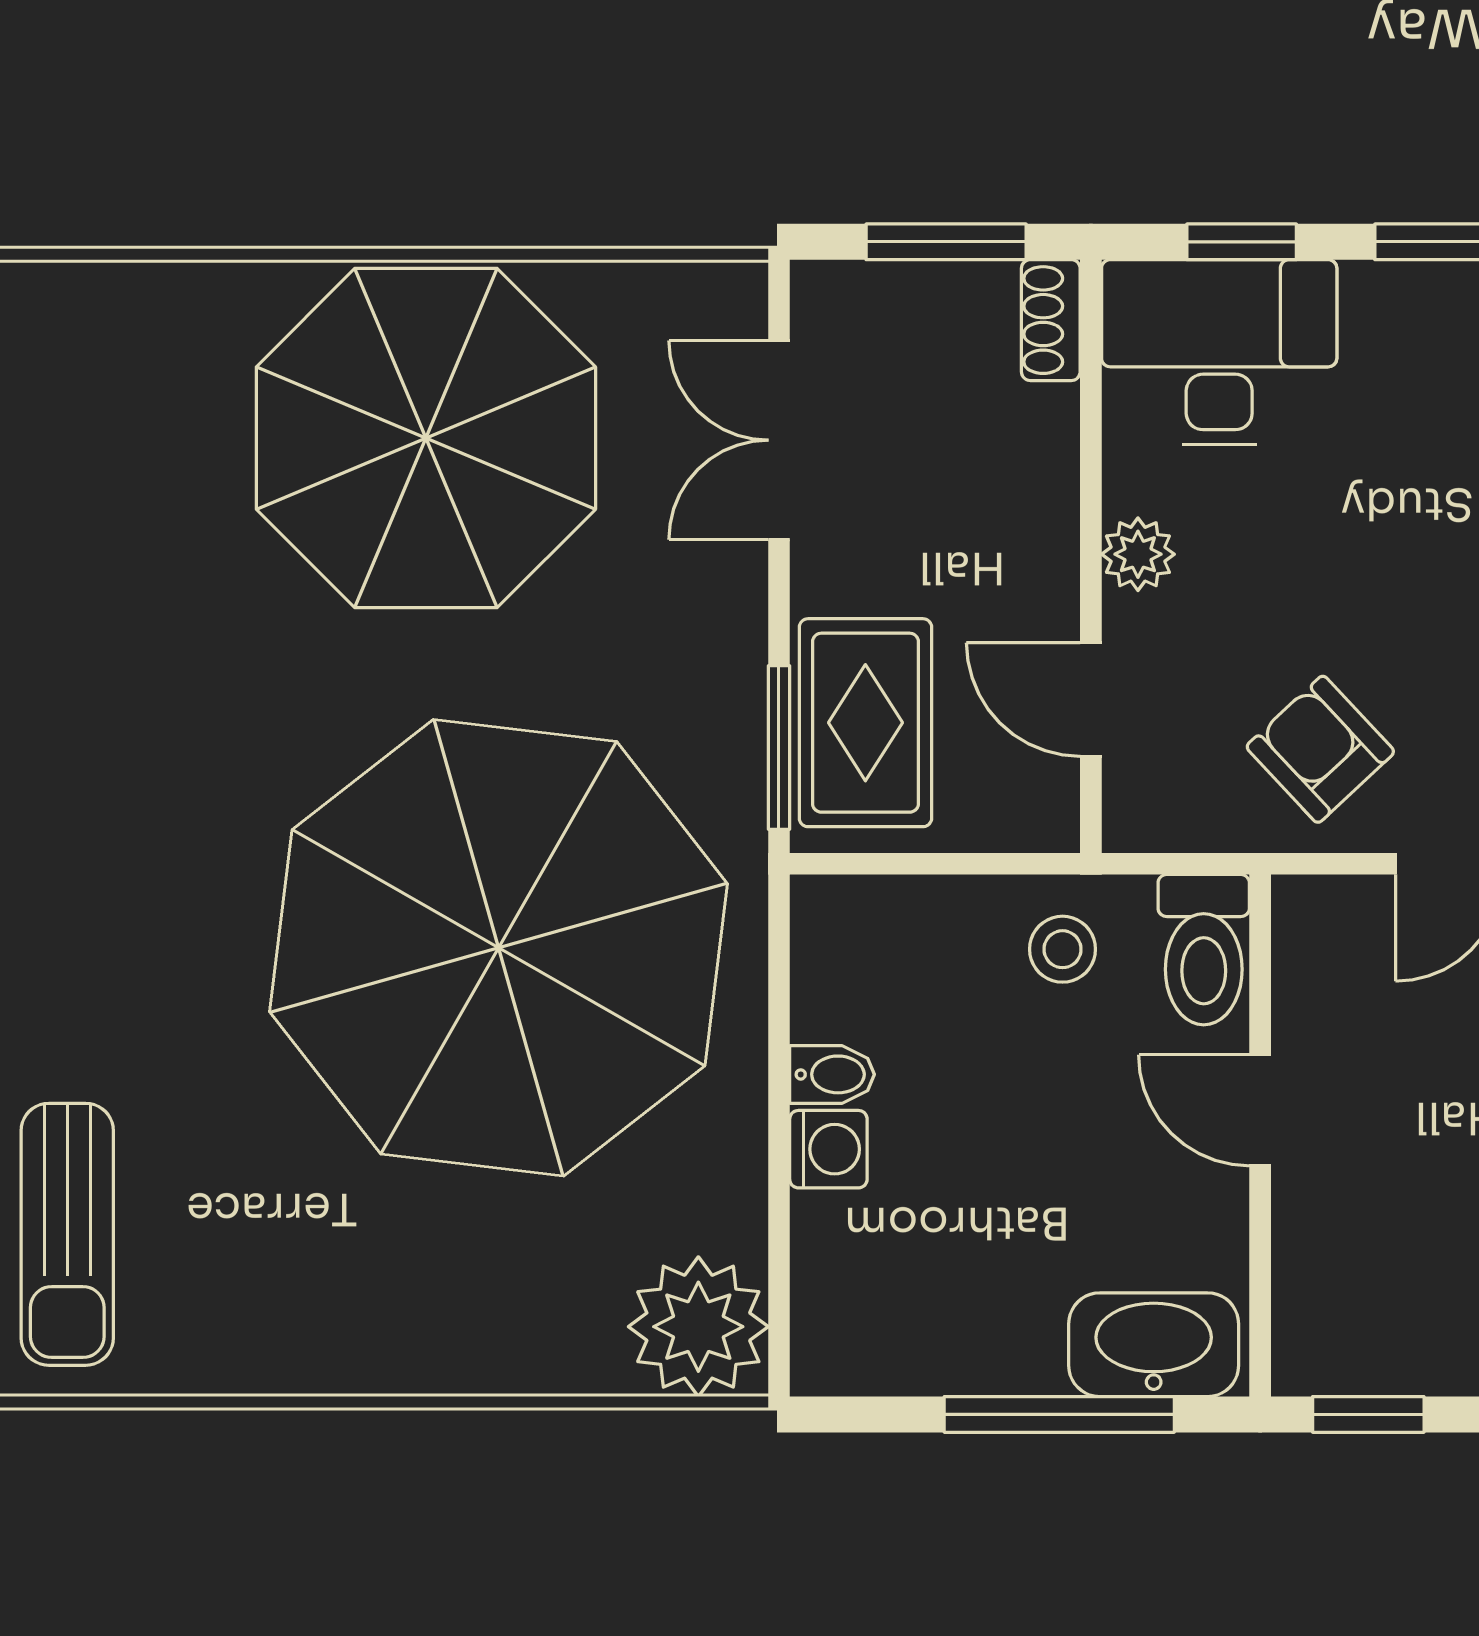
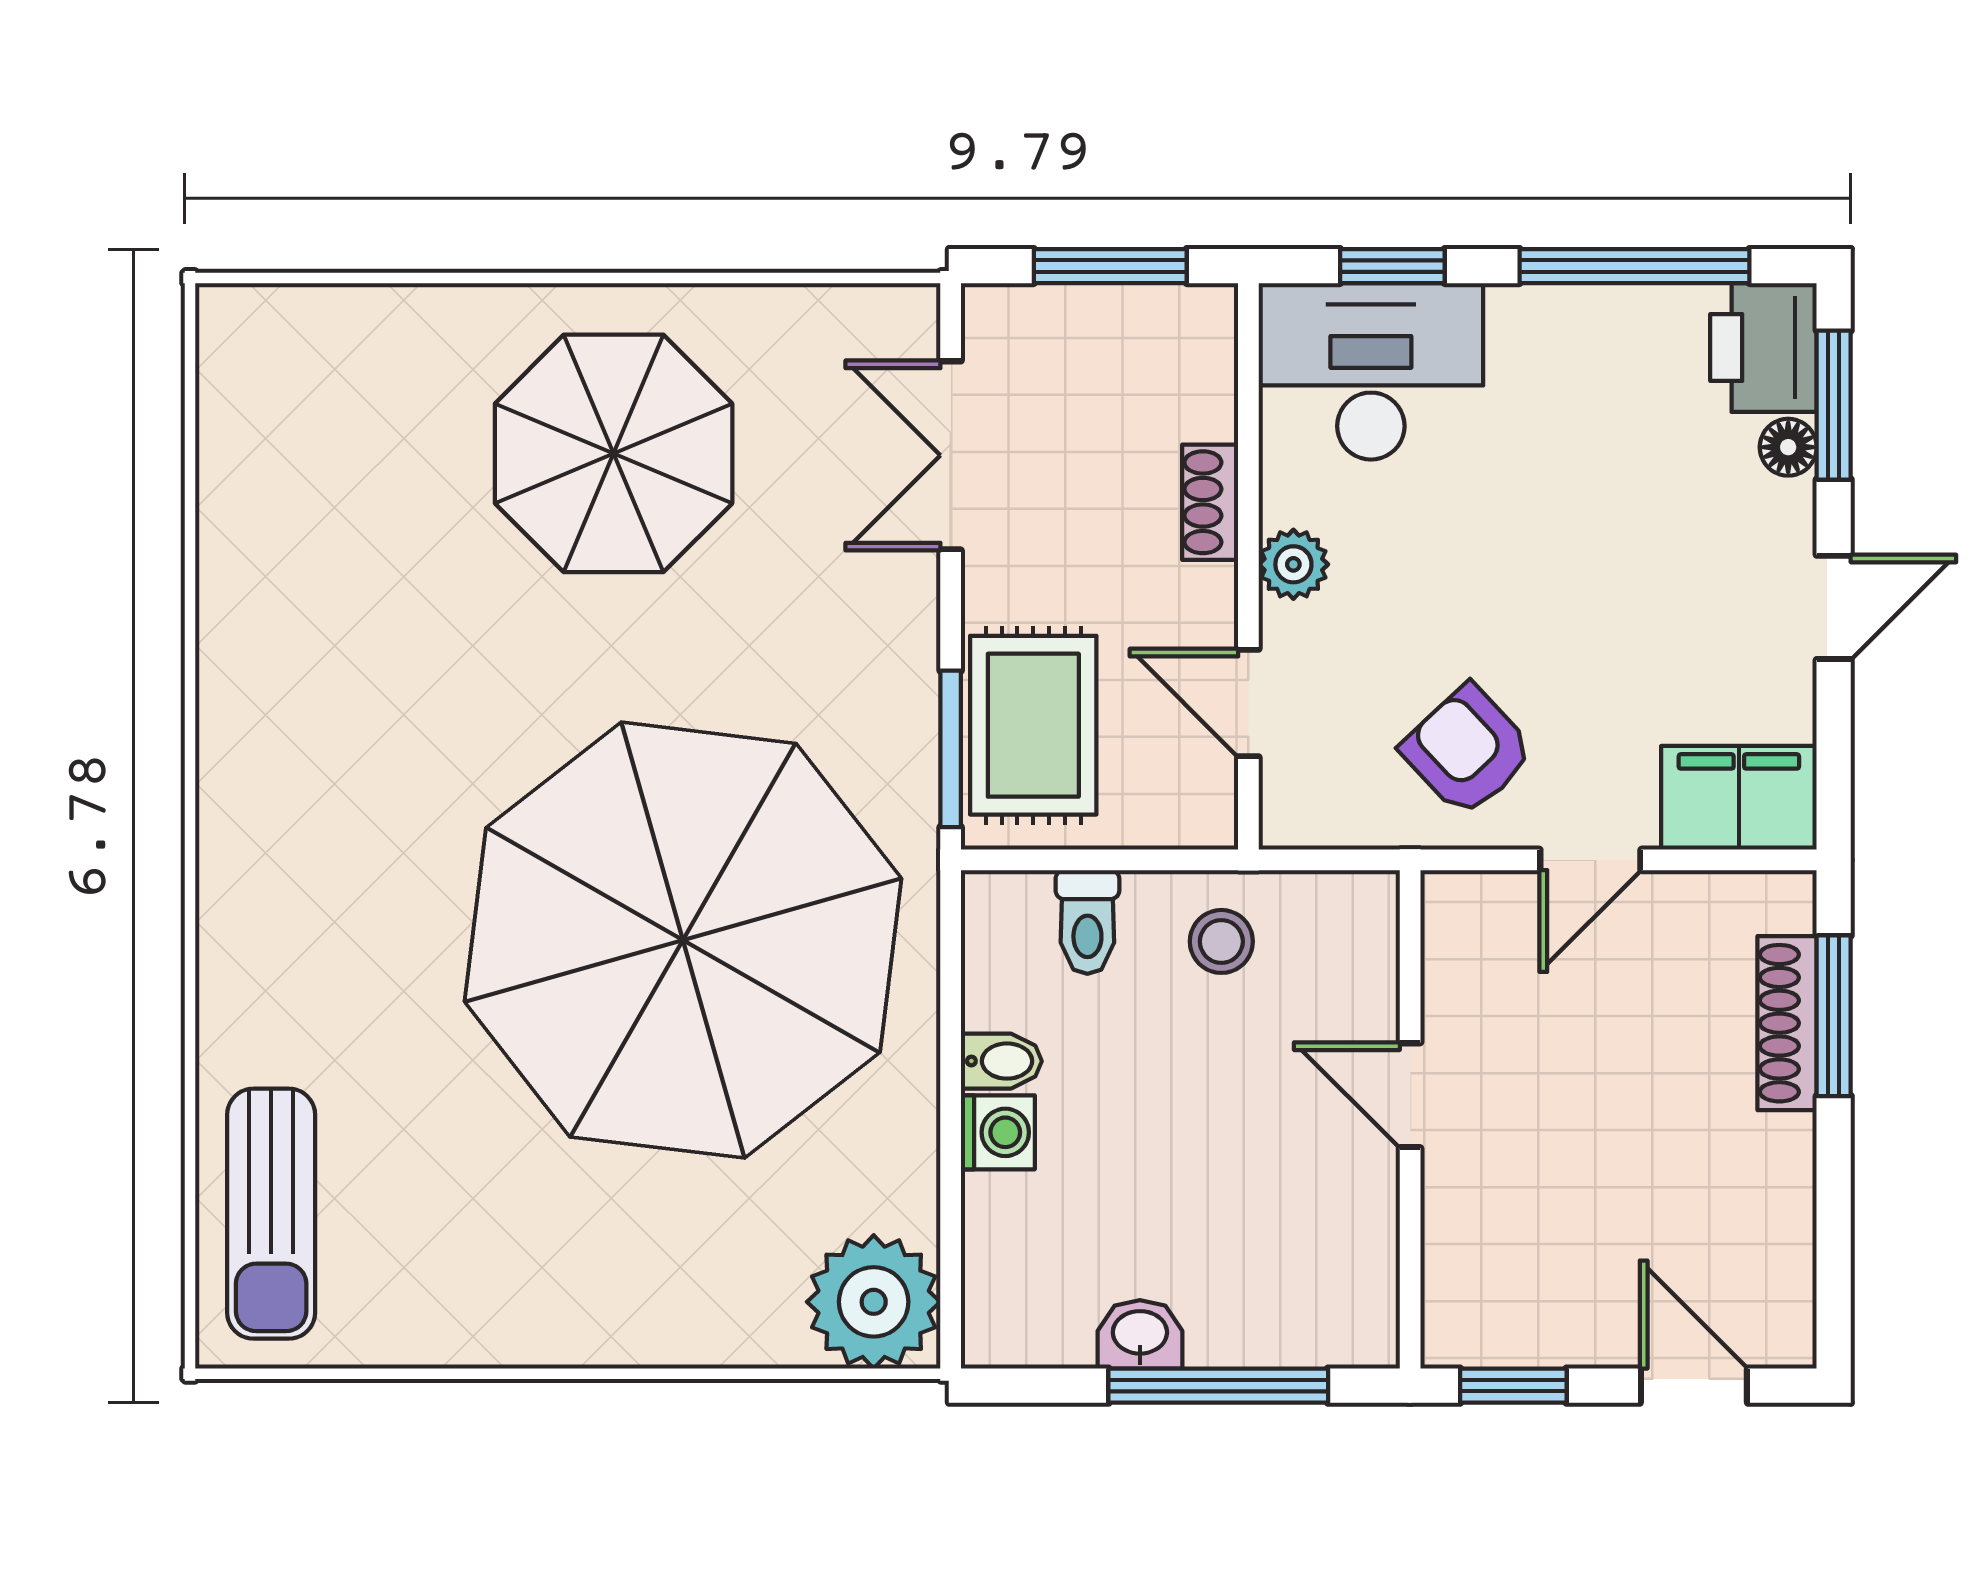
shoe rack: (1051, 320) -> (1210, 502), moved
parasol: (426, 438) -> (614, 453), width x0.73, depth x0.73
toilet: (1204, 950) -> (1087, 922), moved, width x0.73, depth x0.72
washbasin: (1154, 1345) -> (1140, 1334), moved, width x0.52, depth x0.69

